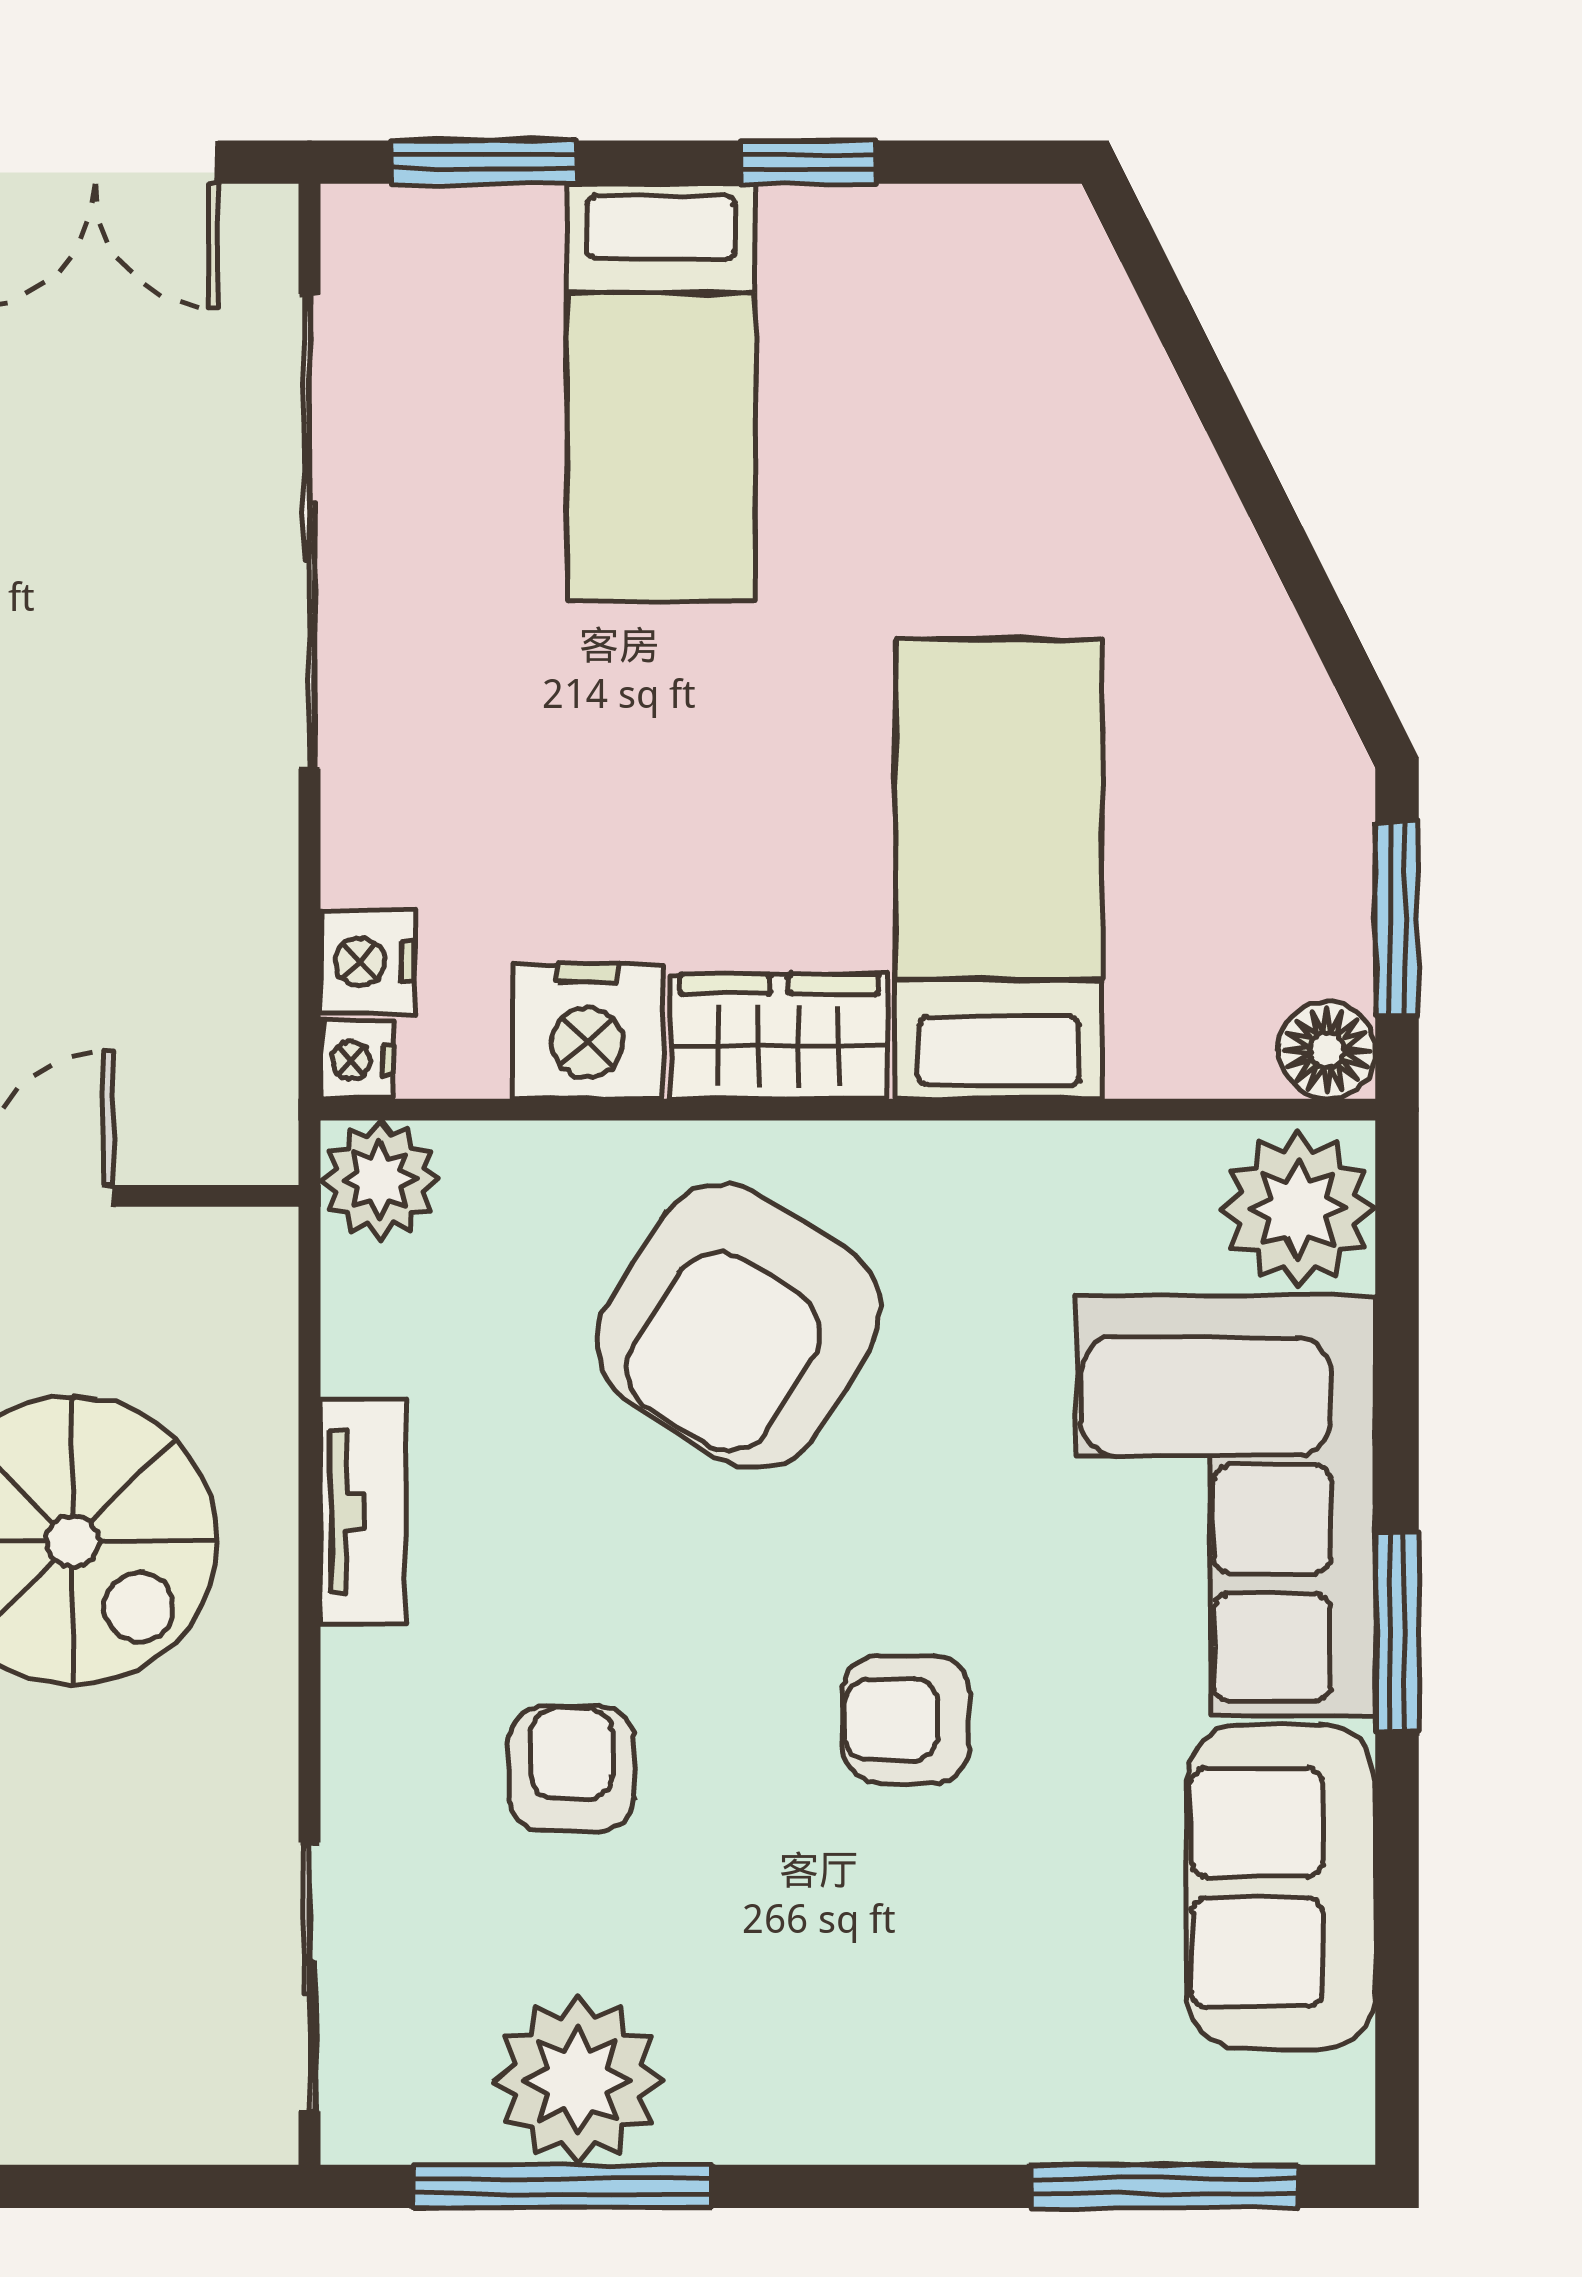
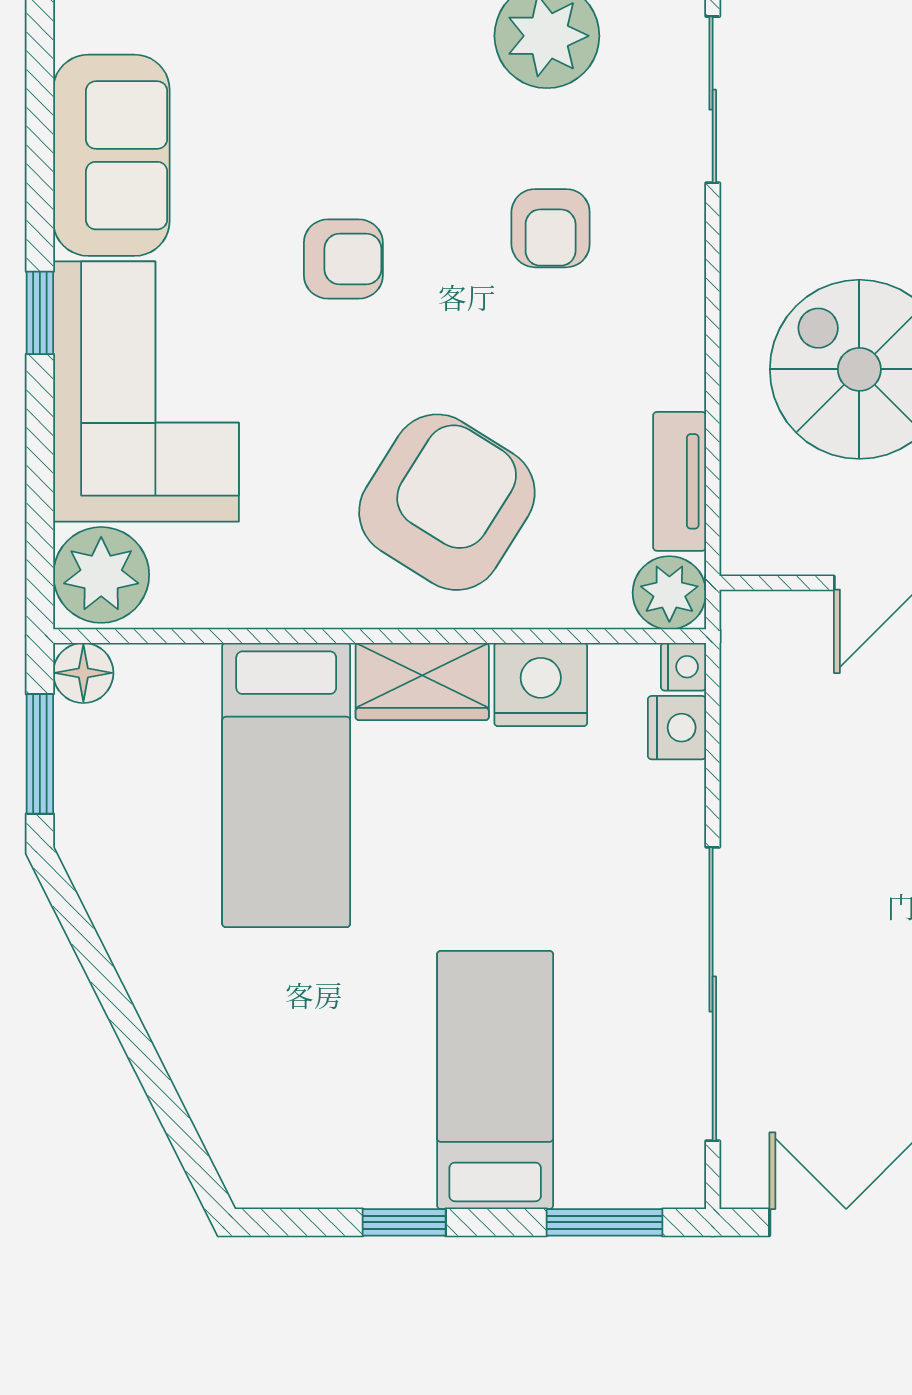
tv unit: (363, 1511) -> (680, 481), moved
window: (1397, 1632) -> (40, 313), width x0.67

